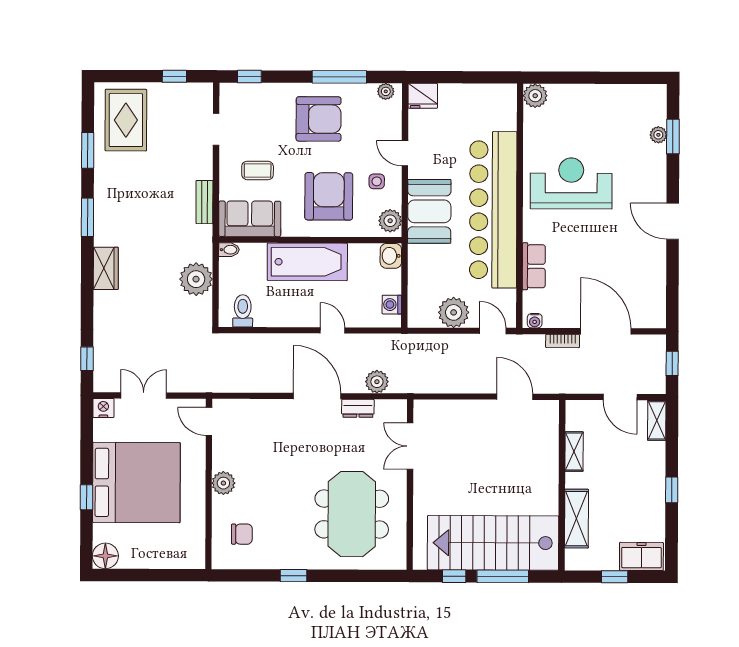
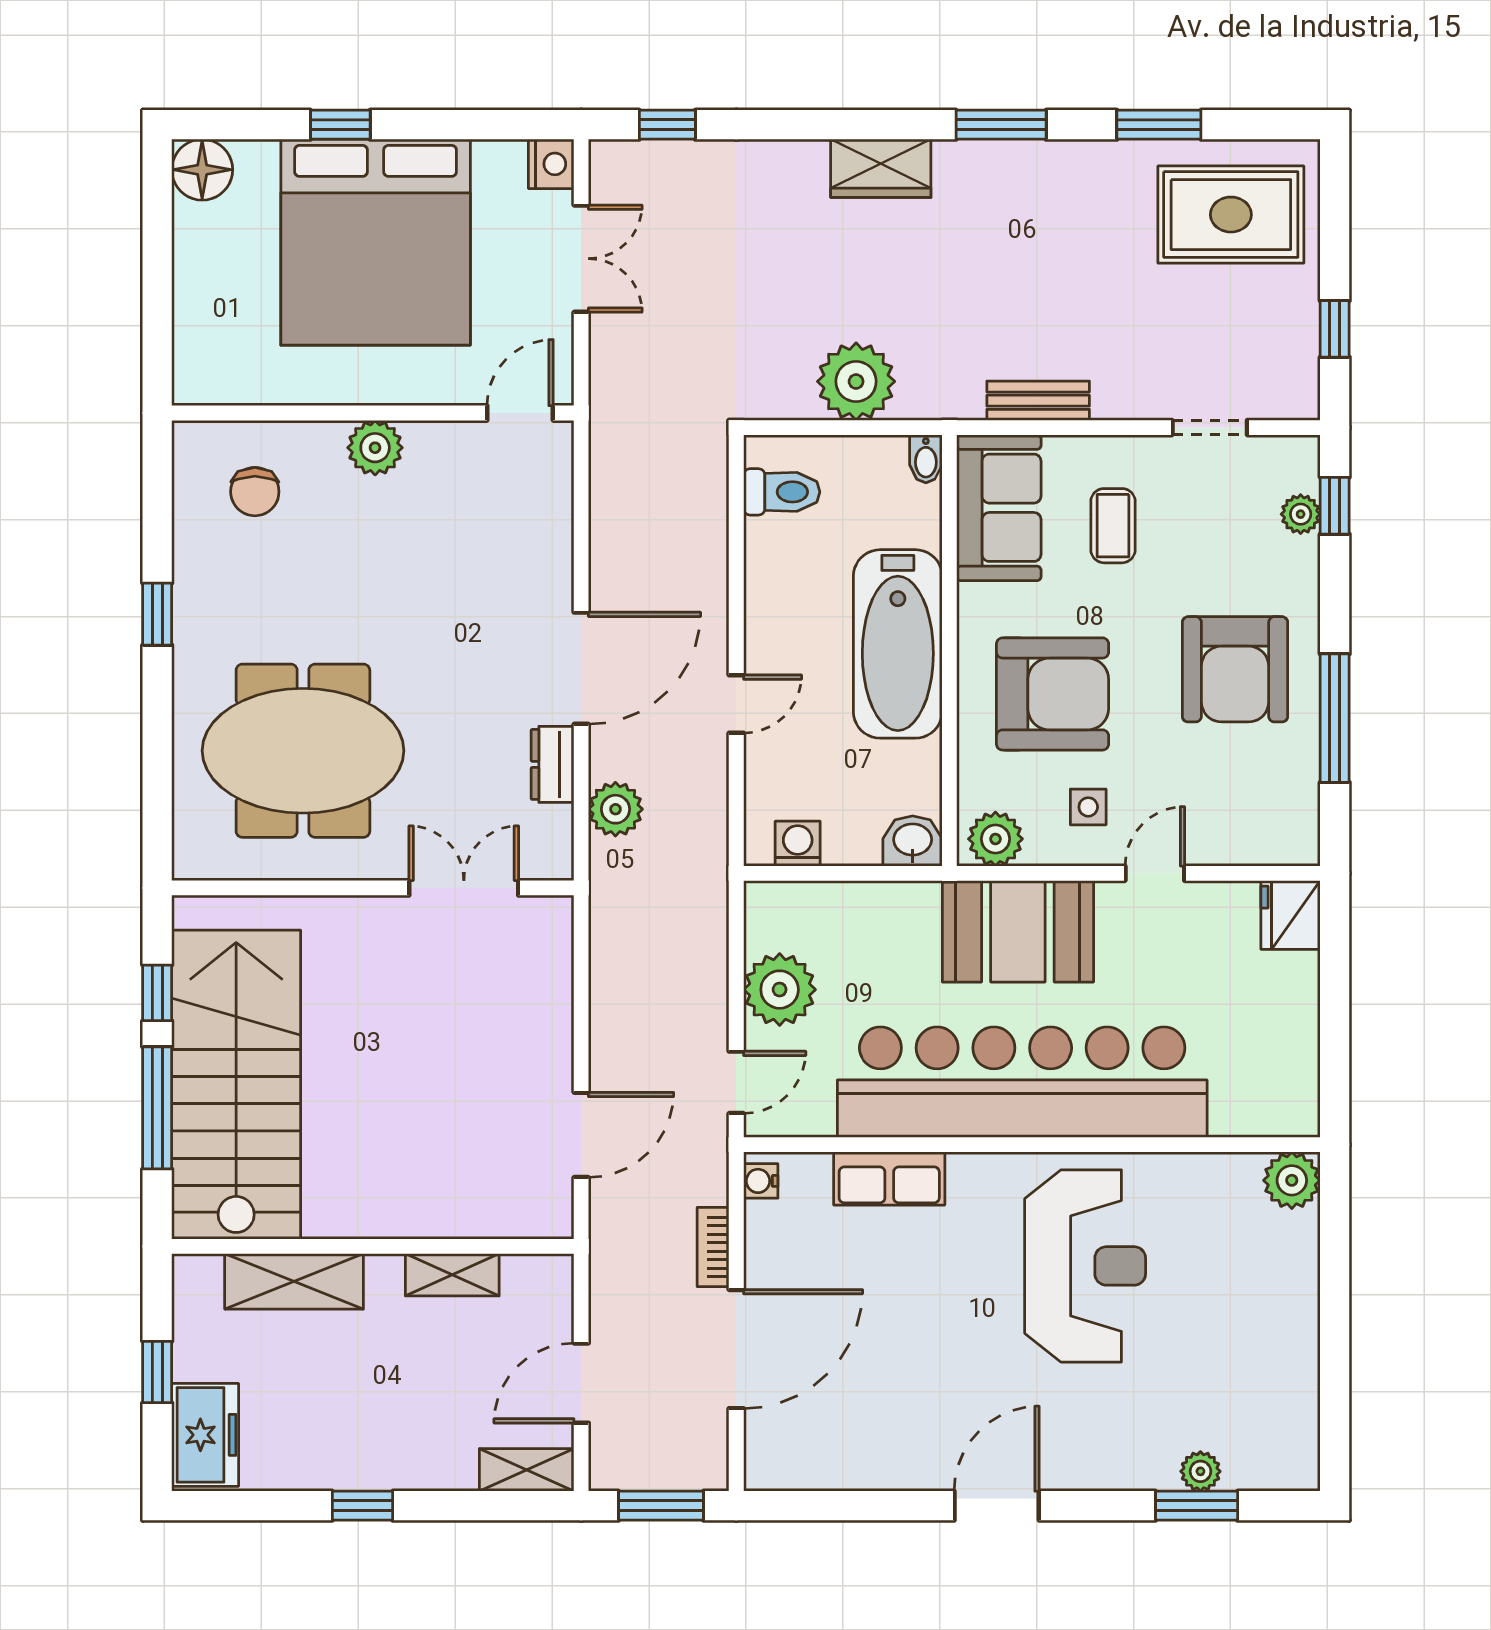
plant: (386, 91) -> (1301, 514), moved
window: (672, 363) -> (661, 1506), width x1.50

